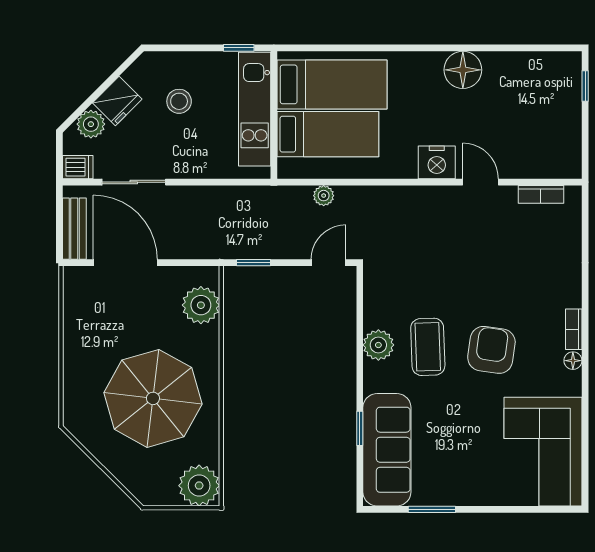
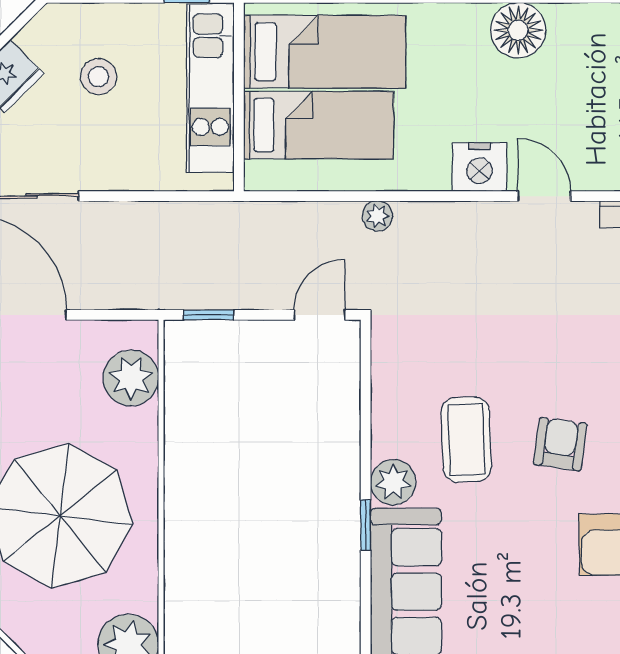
plant: (324, 196) -> (377, 216), moved
plant: (378, 345) -> (393, 482), moved
armchair: (491, 350) -> (560, 444), width x0.72, depth x0.72
window: (360, 428) -> (366, 525), moved

